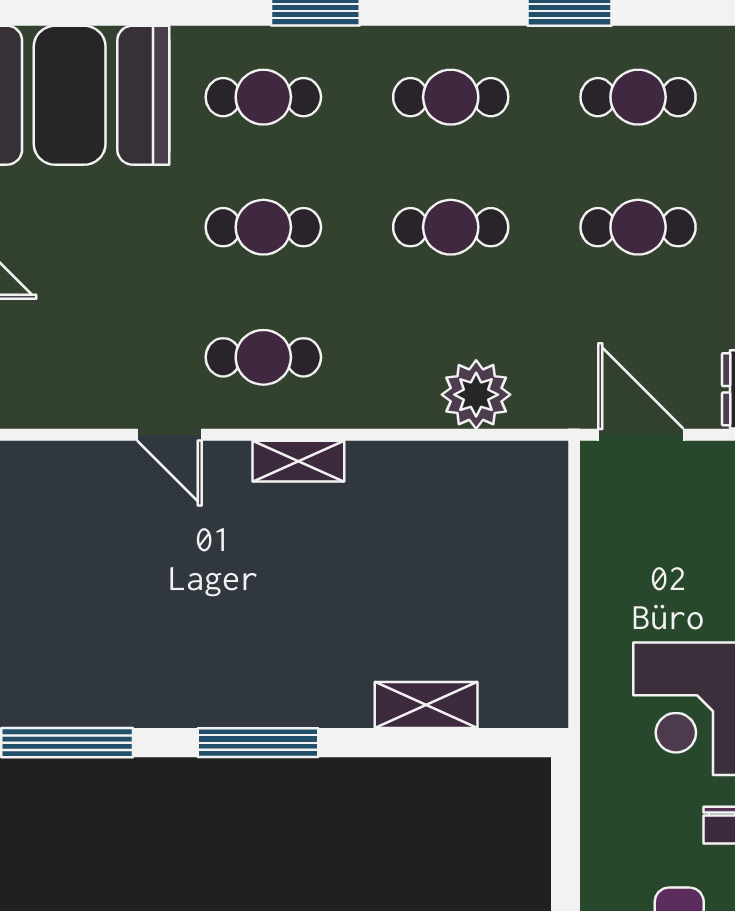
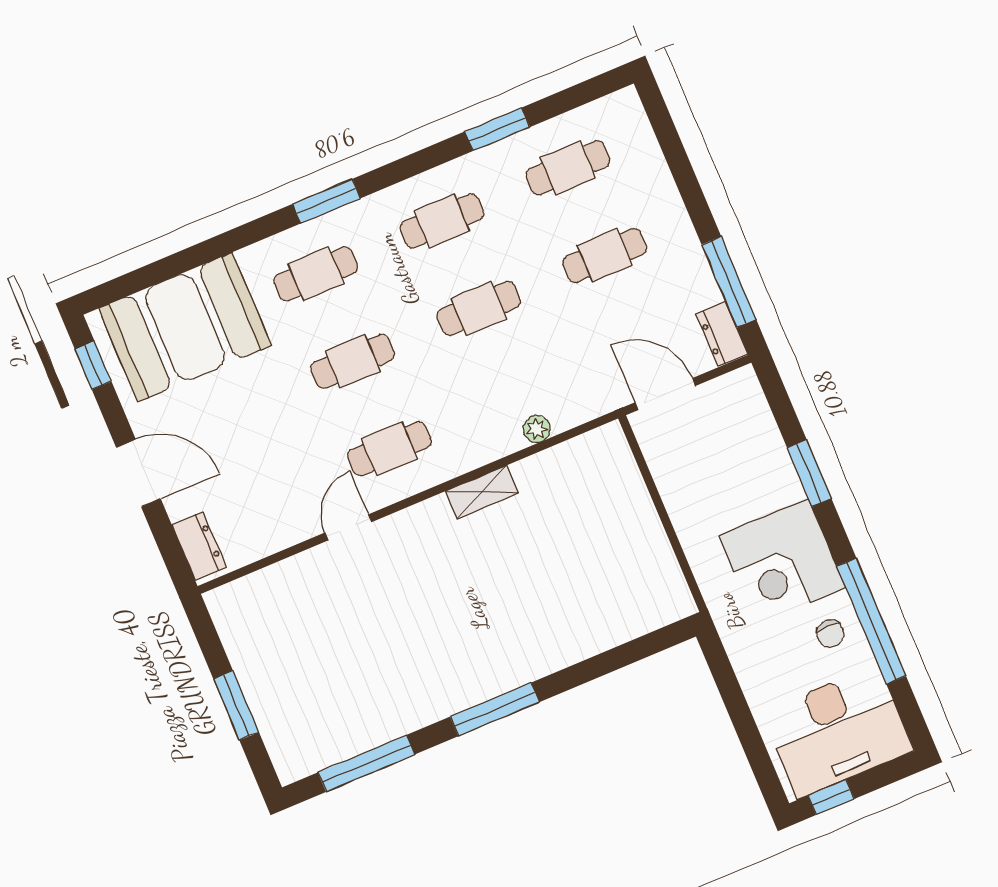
plant: (476, 395) -> (537, 429), width x0.53, depth x0.53
door: (170, 435) -> (348, 527), swing flipped
shelving: (298, 461) -> (482, 492), moved
shelving: (426, 705) -> (597, 637), removed

